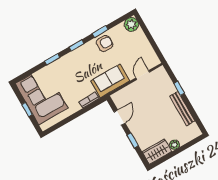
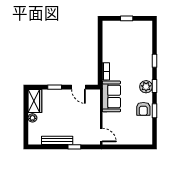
plant: (131, 24) -> (146, 87), moved
door: (143, 75) -> (101, 135), moved
corner sofa: (42, 96) -> (131, 36), removed

